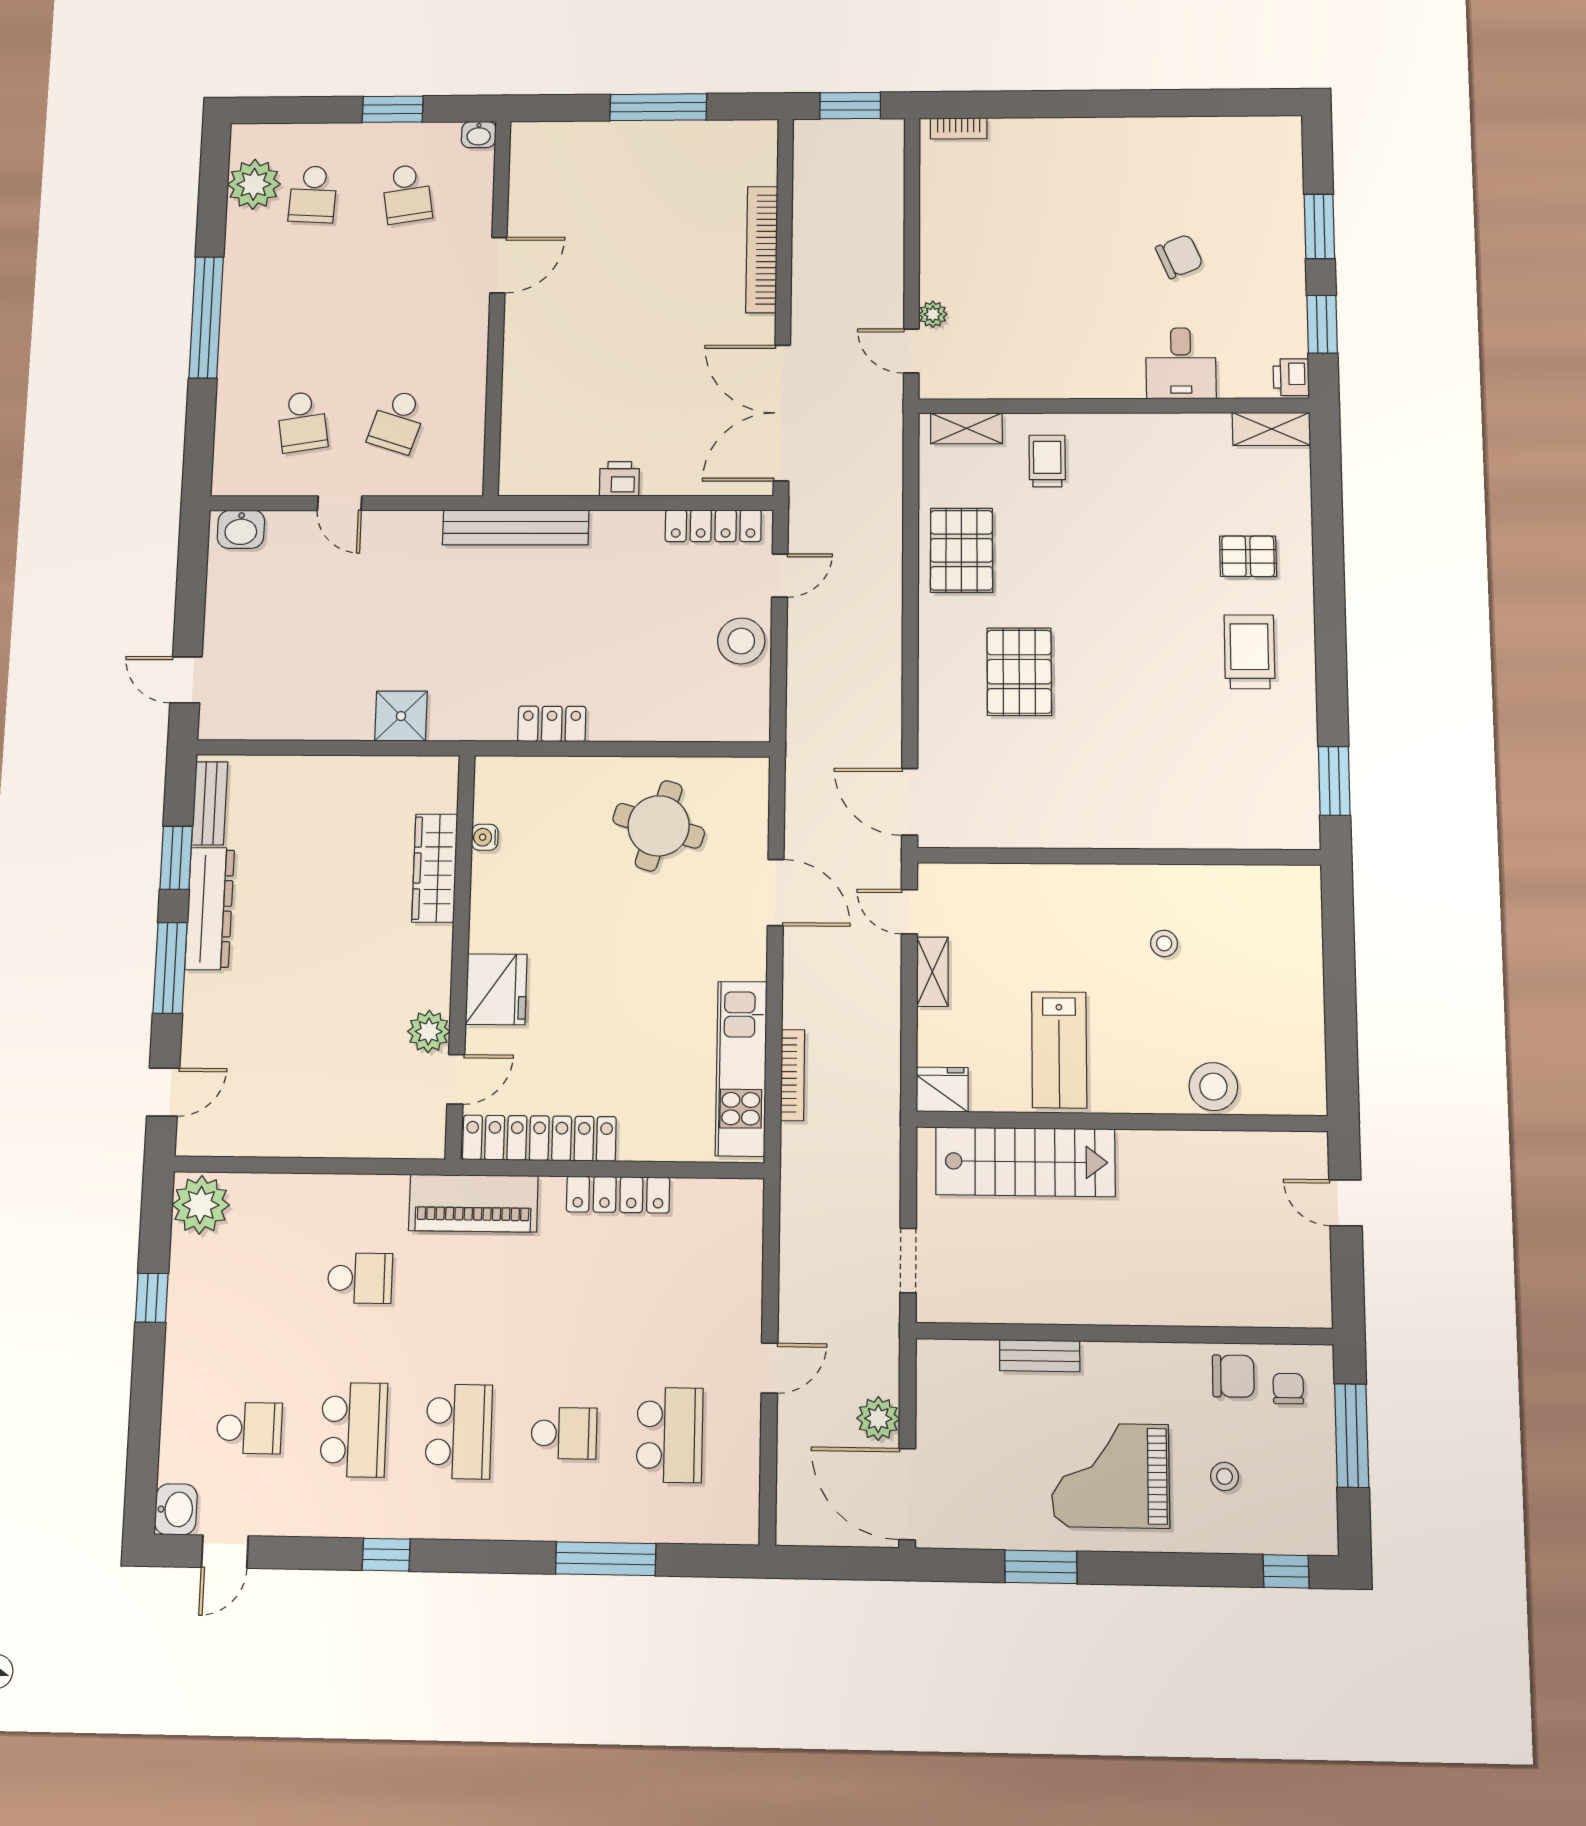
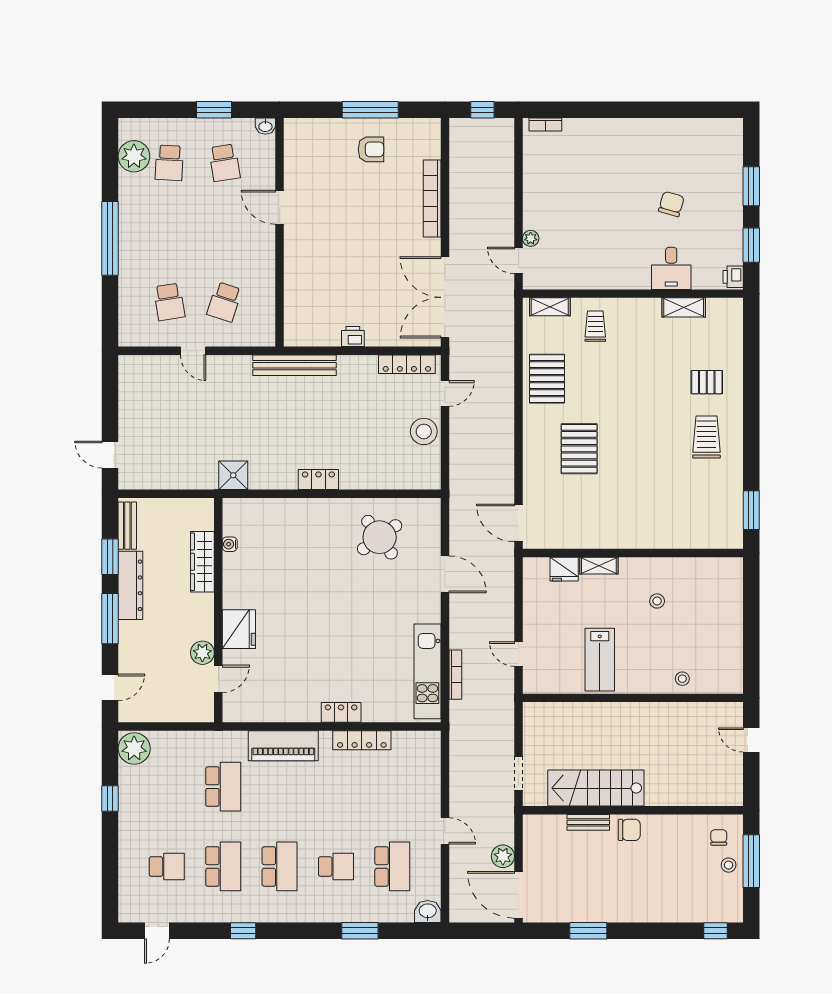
window: (850, 106) -> (482, 110), width x0.67
armchair: (658, 170) -> (371, 149), added
chair: (1179, 256) -> (671, 204), turned -51
door: (498, 265) -> (280, 207), swing flipped
shelving: (1271, 429) -> (684, 307), moved
washbasin: (241, 529) -> (137, 366), removed
round table: (659, 826) -> (380, 537), turned 37
water cooler: (485, 837) -> (230, 544), moved
wardrobe: (435, 868) -> (202, 562), moved
door: (909, 912) -> (518, 654), moved
wall: (460, 955) -> (218, 610), moved
shelving: (932, 972) -> (599, 566), moved, turned 90
fridge: (496, 989) -> (239, 629), moved
plant: (429, 1032) -> (202, 653), moved
door: (456, 1079) -> (218, 679), moved
stool: (1213, 1087) -> (682, 679), width x0.53, depth x0.53
fridge: (942, 1090) -> (564, 569), moved, turned 180
locker: (539, 1138) -> (341, 712), width x0.46, depth x0.83
stairs: (1025, 1162) -> (596, 788), moved, turned 180
school desk: (360, 1278) -> (223, 787), width x1.85
door: (770, 1368) -> (445, 831), hinge flipped
chair: (1233, 1376) -> (629, 830), moved
grand piano: (1110, 1475) -> (625, 884), removed
stool: (1225, 1476) -> (729, 865), moved
washbasin: (176, 1509) -> (428, 911), moved, turned -90
window: (606, 1559) -> (360, 931), width x0.69

